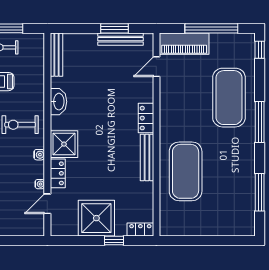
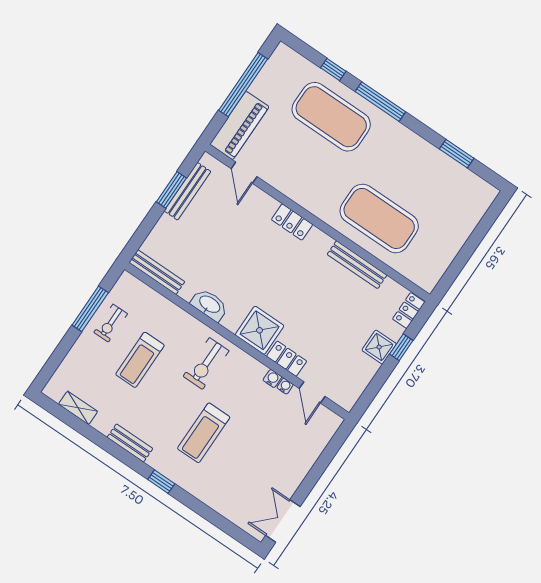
window: (260, 50) -> (333, 69), moved
water cooler: (39, 155) -> (272, 378), moved
bench: (147, 157) -> (357, 265), moved
window: (260, 192) -> (457, 154), width x0.69
shower: (96, 218) -> (379, 347), width x0.54, depth x0.54

